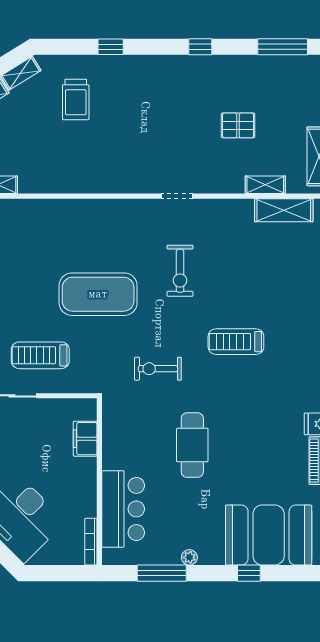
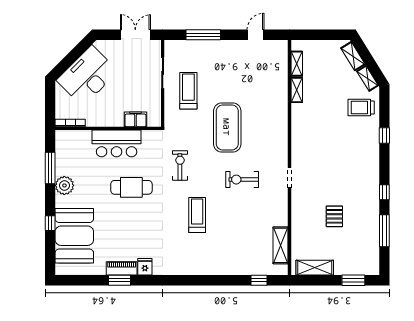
window: (283, 47) -> (384, 231), moved
trolley: (76, 99) -> (361, 107), moved
shelving: (265, 185) -> (297, 90), moved
bar counter: (123, 509) -> (117, 143), moved
plant: (189, 557) -> (64, 185), width x1.88, depth x1.88

